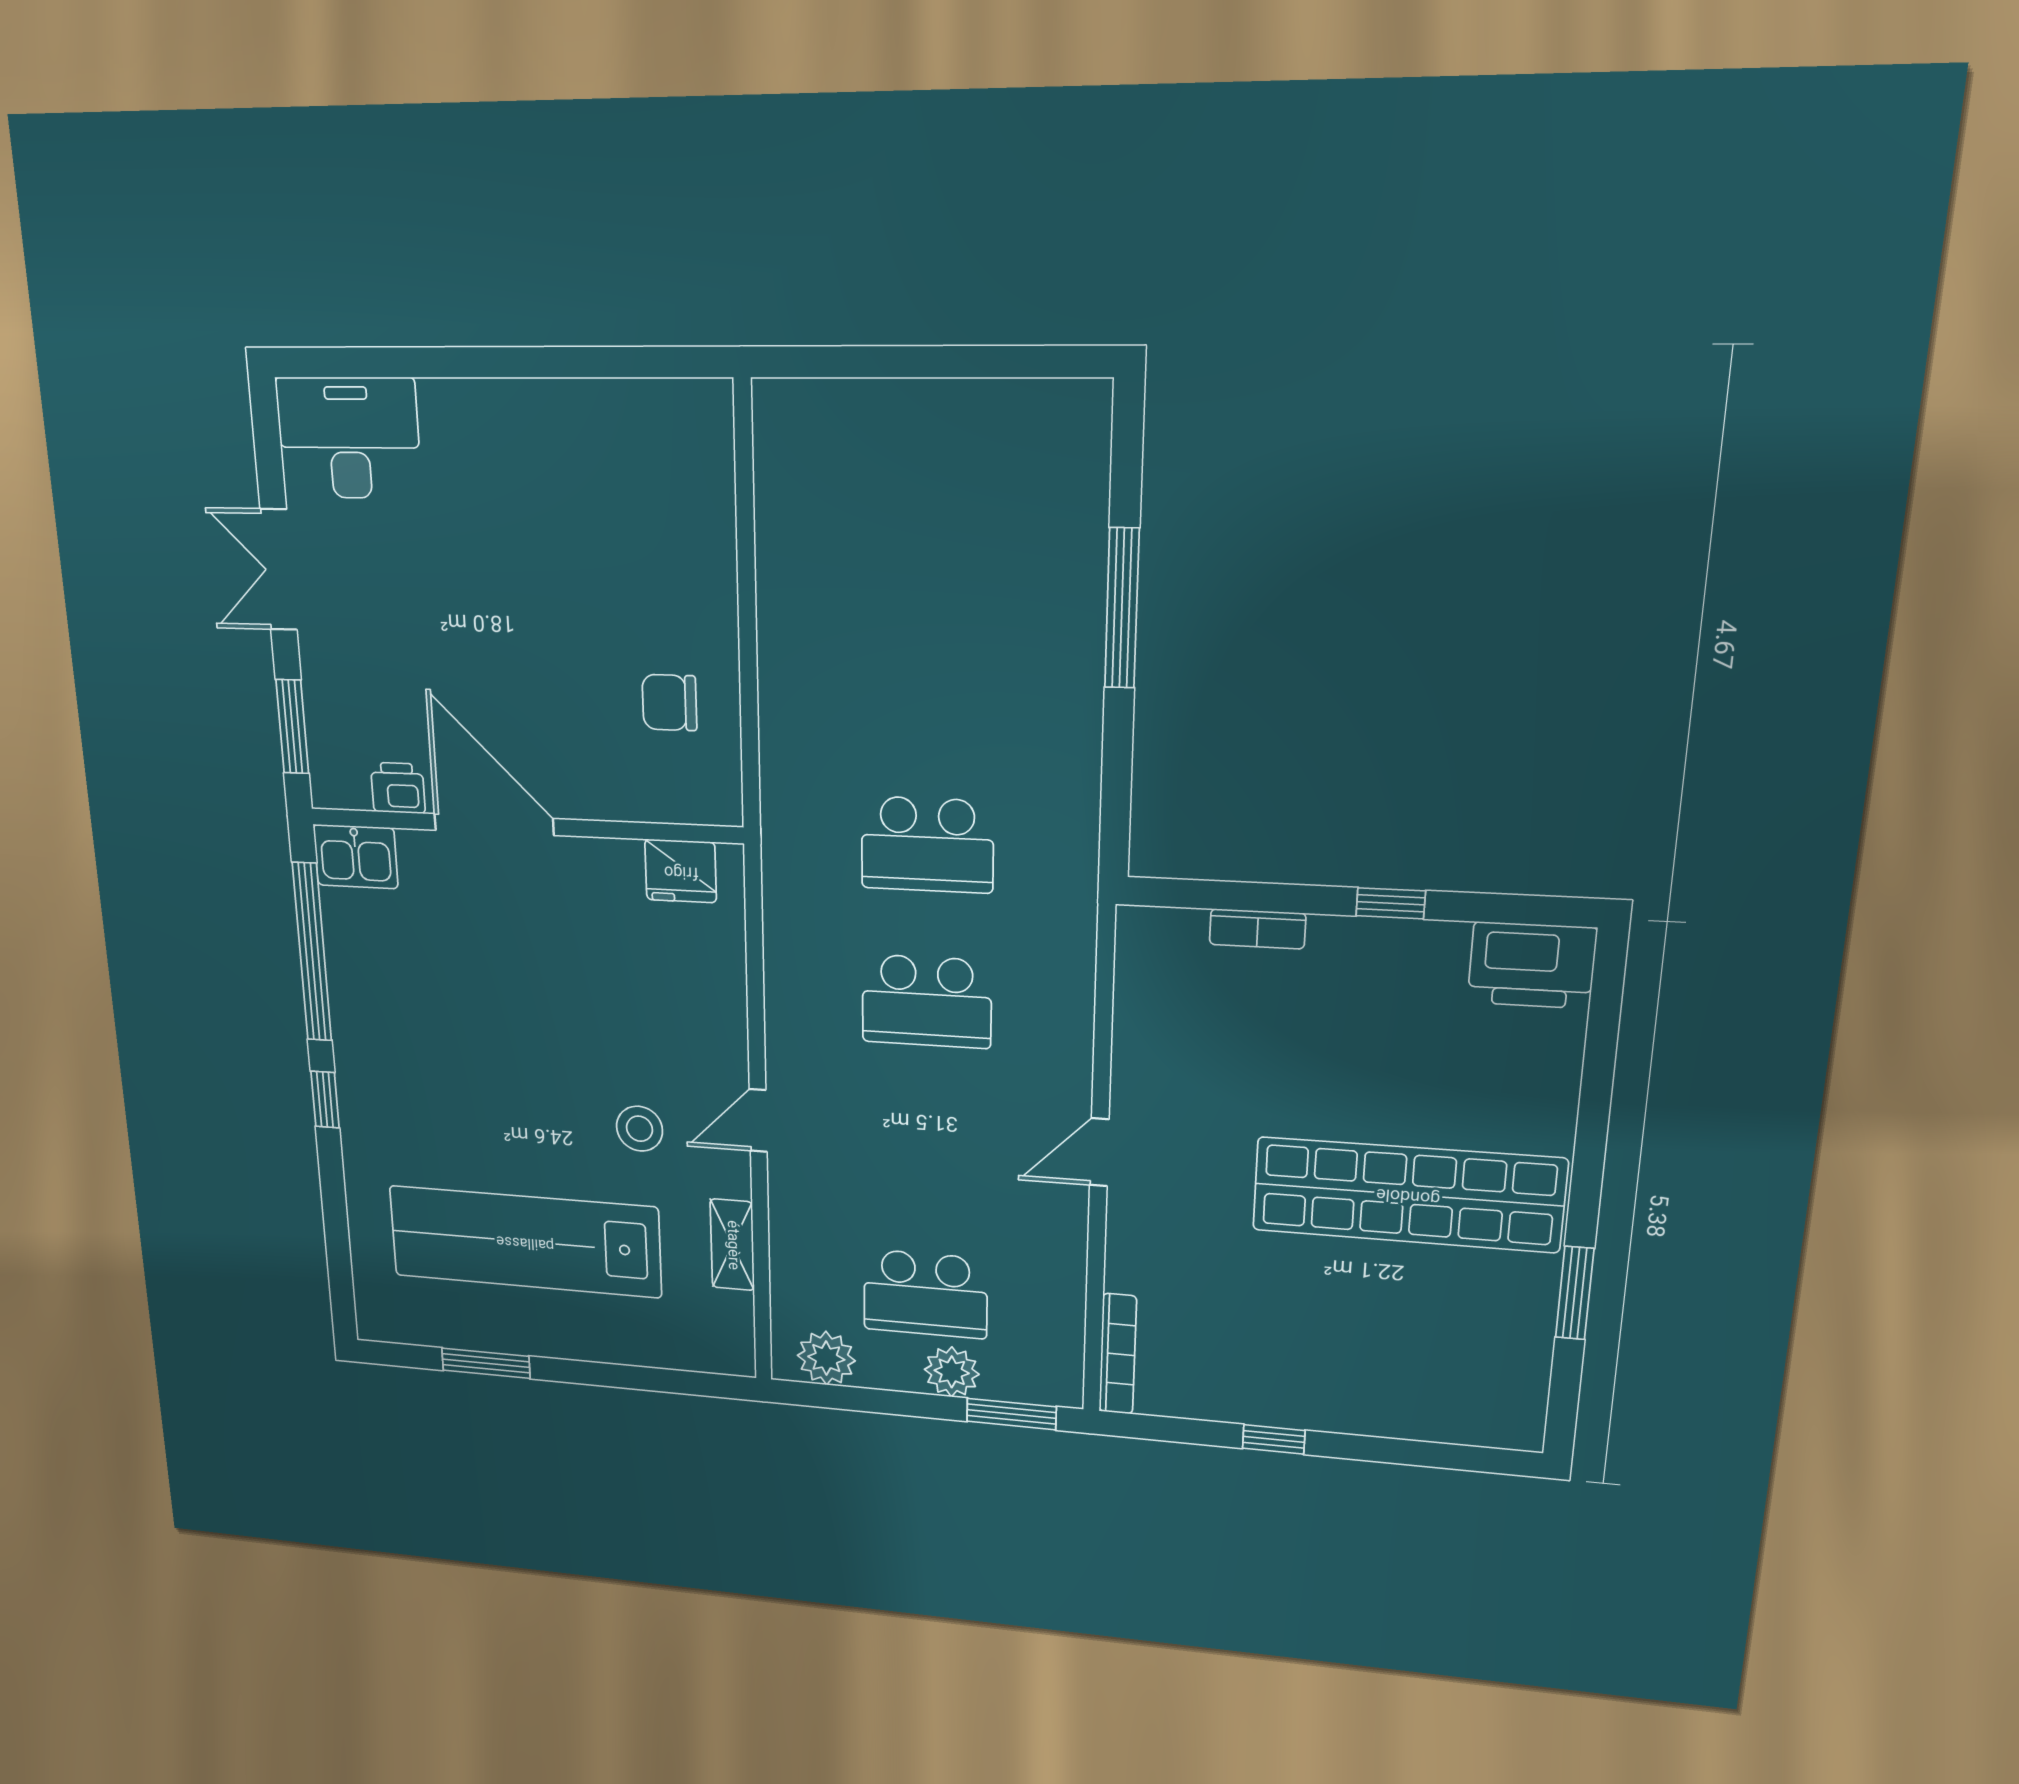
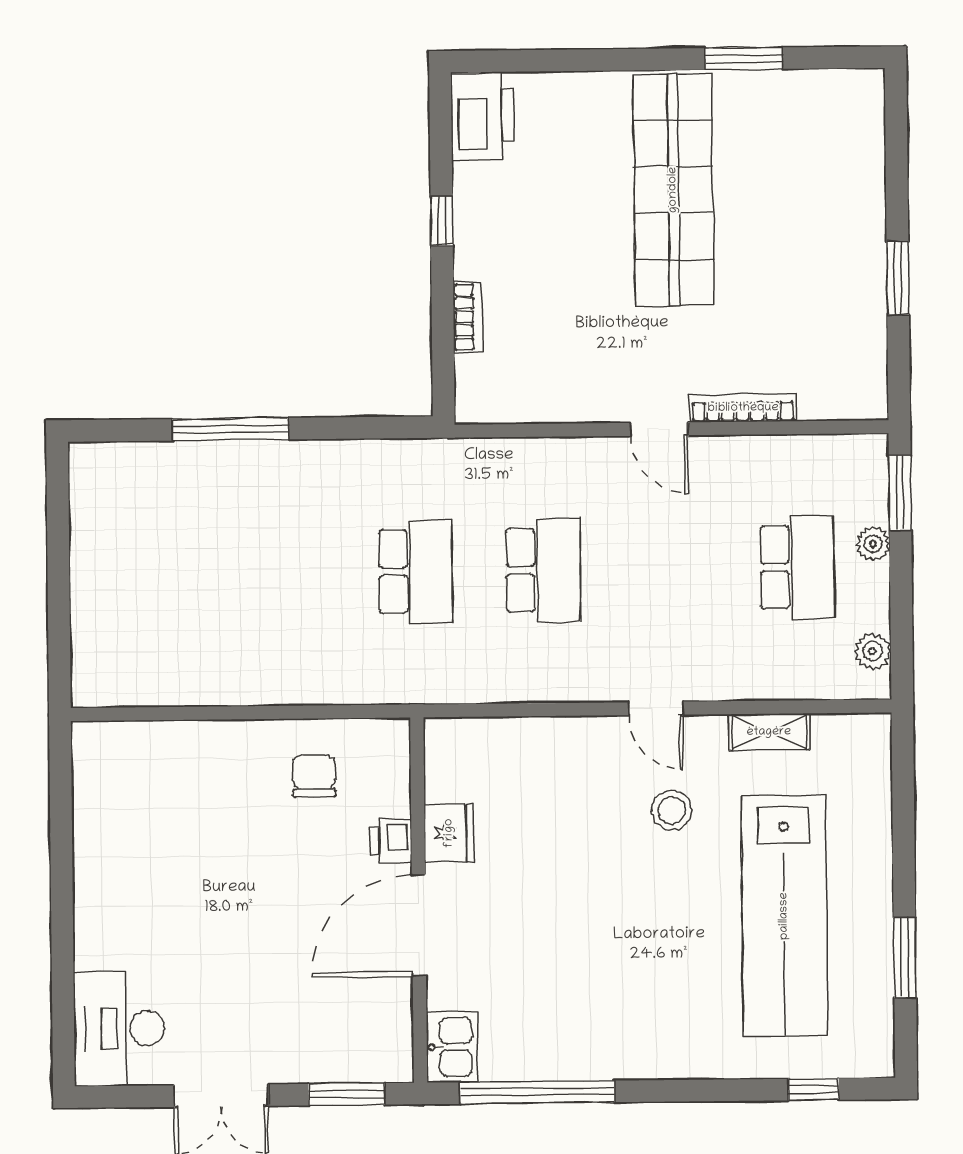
chair: (669, 703) -> (314, 776), turned 180
printer: (398, 788) -> (391, 841), moved
fridge: (681, 871) -> (449, 833), moved
window: (325, 1100) -> (814, 1089), moved
bookcase: (1118, 1354) -> (743, 408), moved
plant: (826, 1358) -> (873, 651), width x0.73, depth x0.73
plant: (952, 1372) -> (873, 544), width x0.73, depth x0.73
window: (1274, 1439) -> (898, 278), width x1.50

